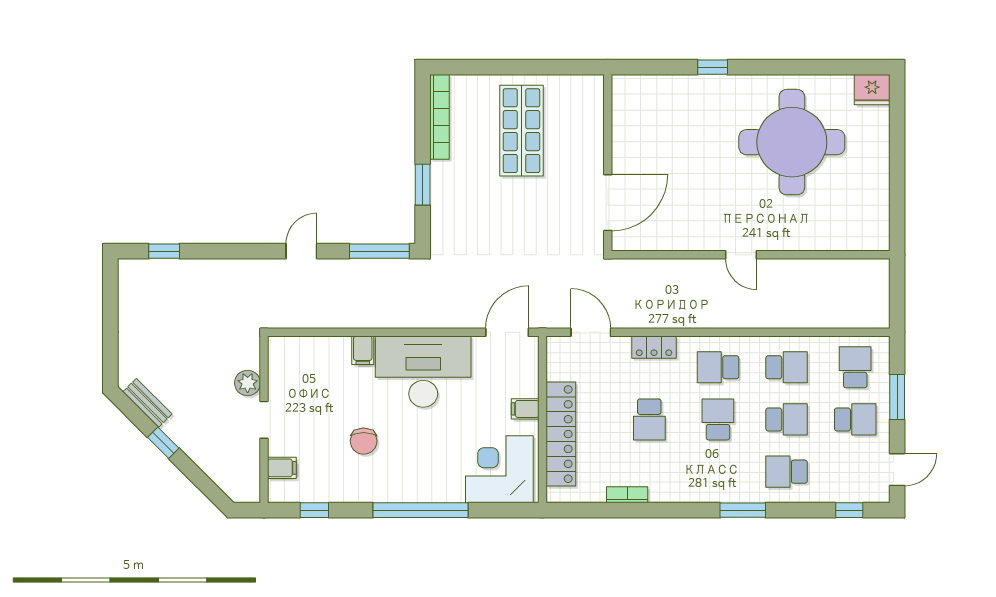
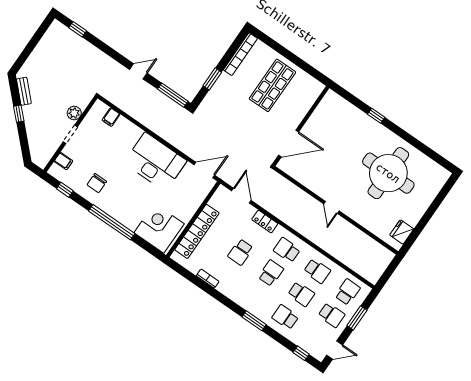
fridge: (872, 90) -> (402, 232), moved, turned 90
filing cabinet: (363, 350) -> (111, 117), moved
filing cabinet: (525, 409) -> (189, 209), removed
chair: (364, 441) -> (97, 183), moved

